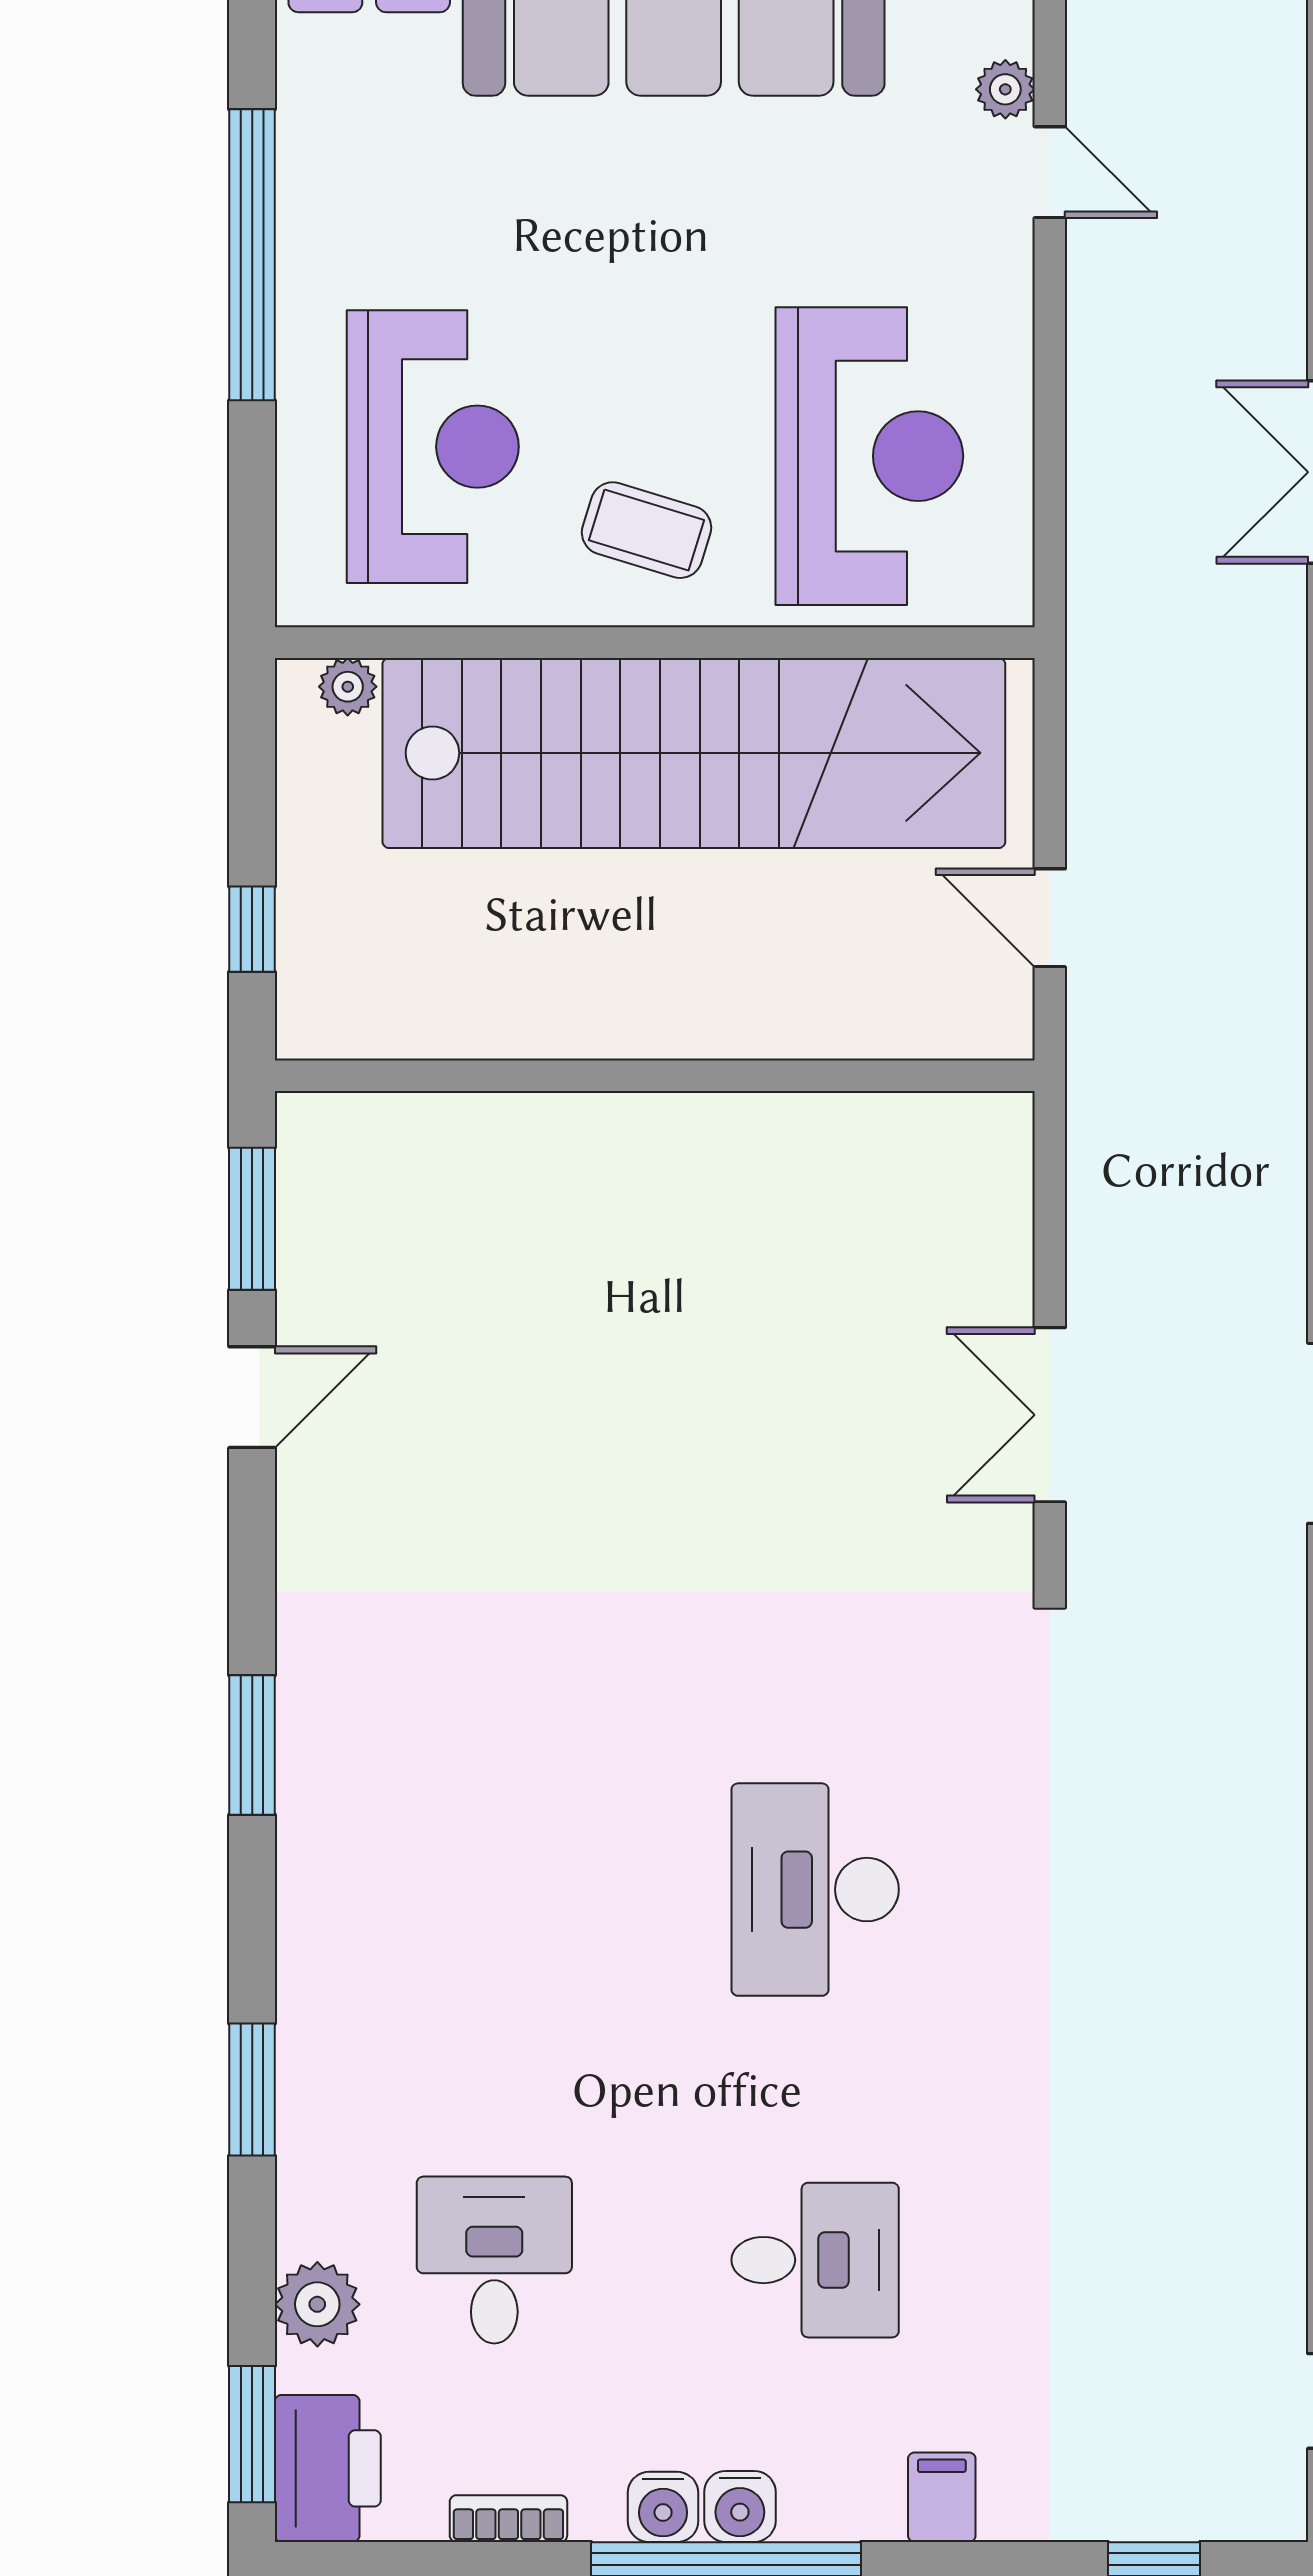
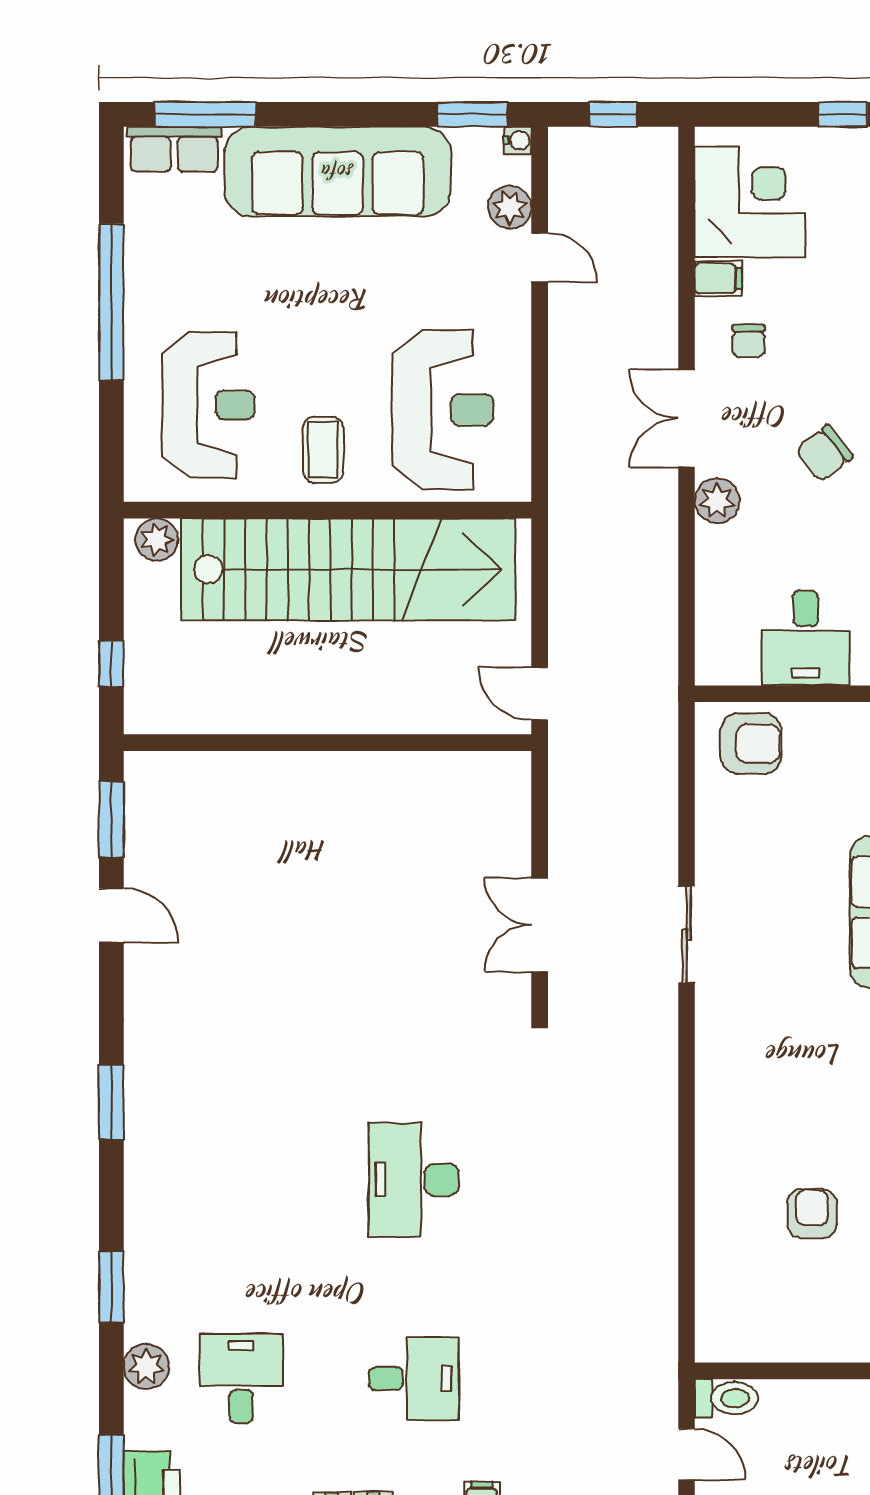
plant: (1005, 89) -> (510, 207), width x1.38, depth x1.38
coffee table: (647, 530) -> (323, 450), turned 73
plant: (348, 687) -> (157, 540), width x1.38, depth x1.38
door: (1050, 918) -> (540, 694), moved
door: (252, 1397) -> (111, 915), hinge flipped
plant: (317, 2304) -> (146, 1367), moved

